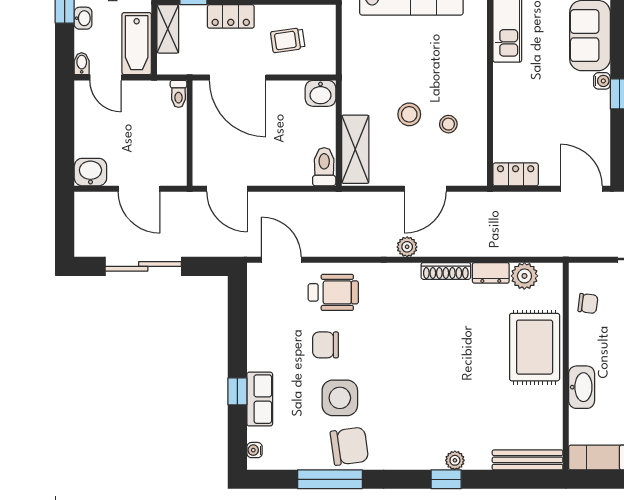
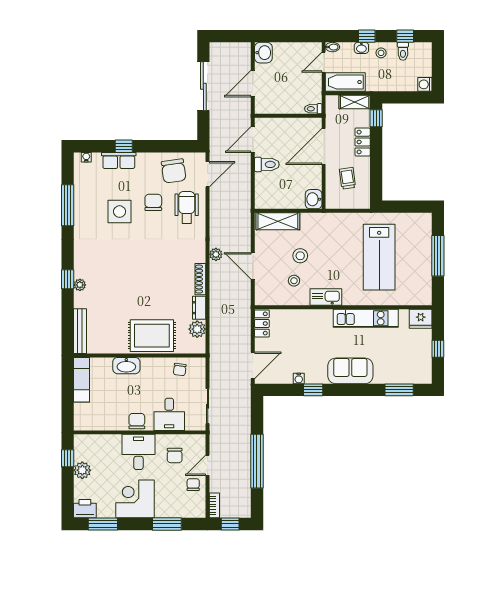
kitchen sink: (474, 74) -> (326, 297), added
water cooler: (602, 81) -> (299, 379), moved
toilet: (324, 167) -> (267, 164), moved
wheelchair: (333, 292) -> (187, 207), turned 180
chair: (349, 446) -> (174, 171), moved

